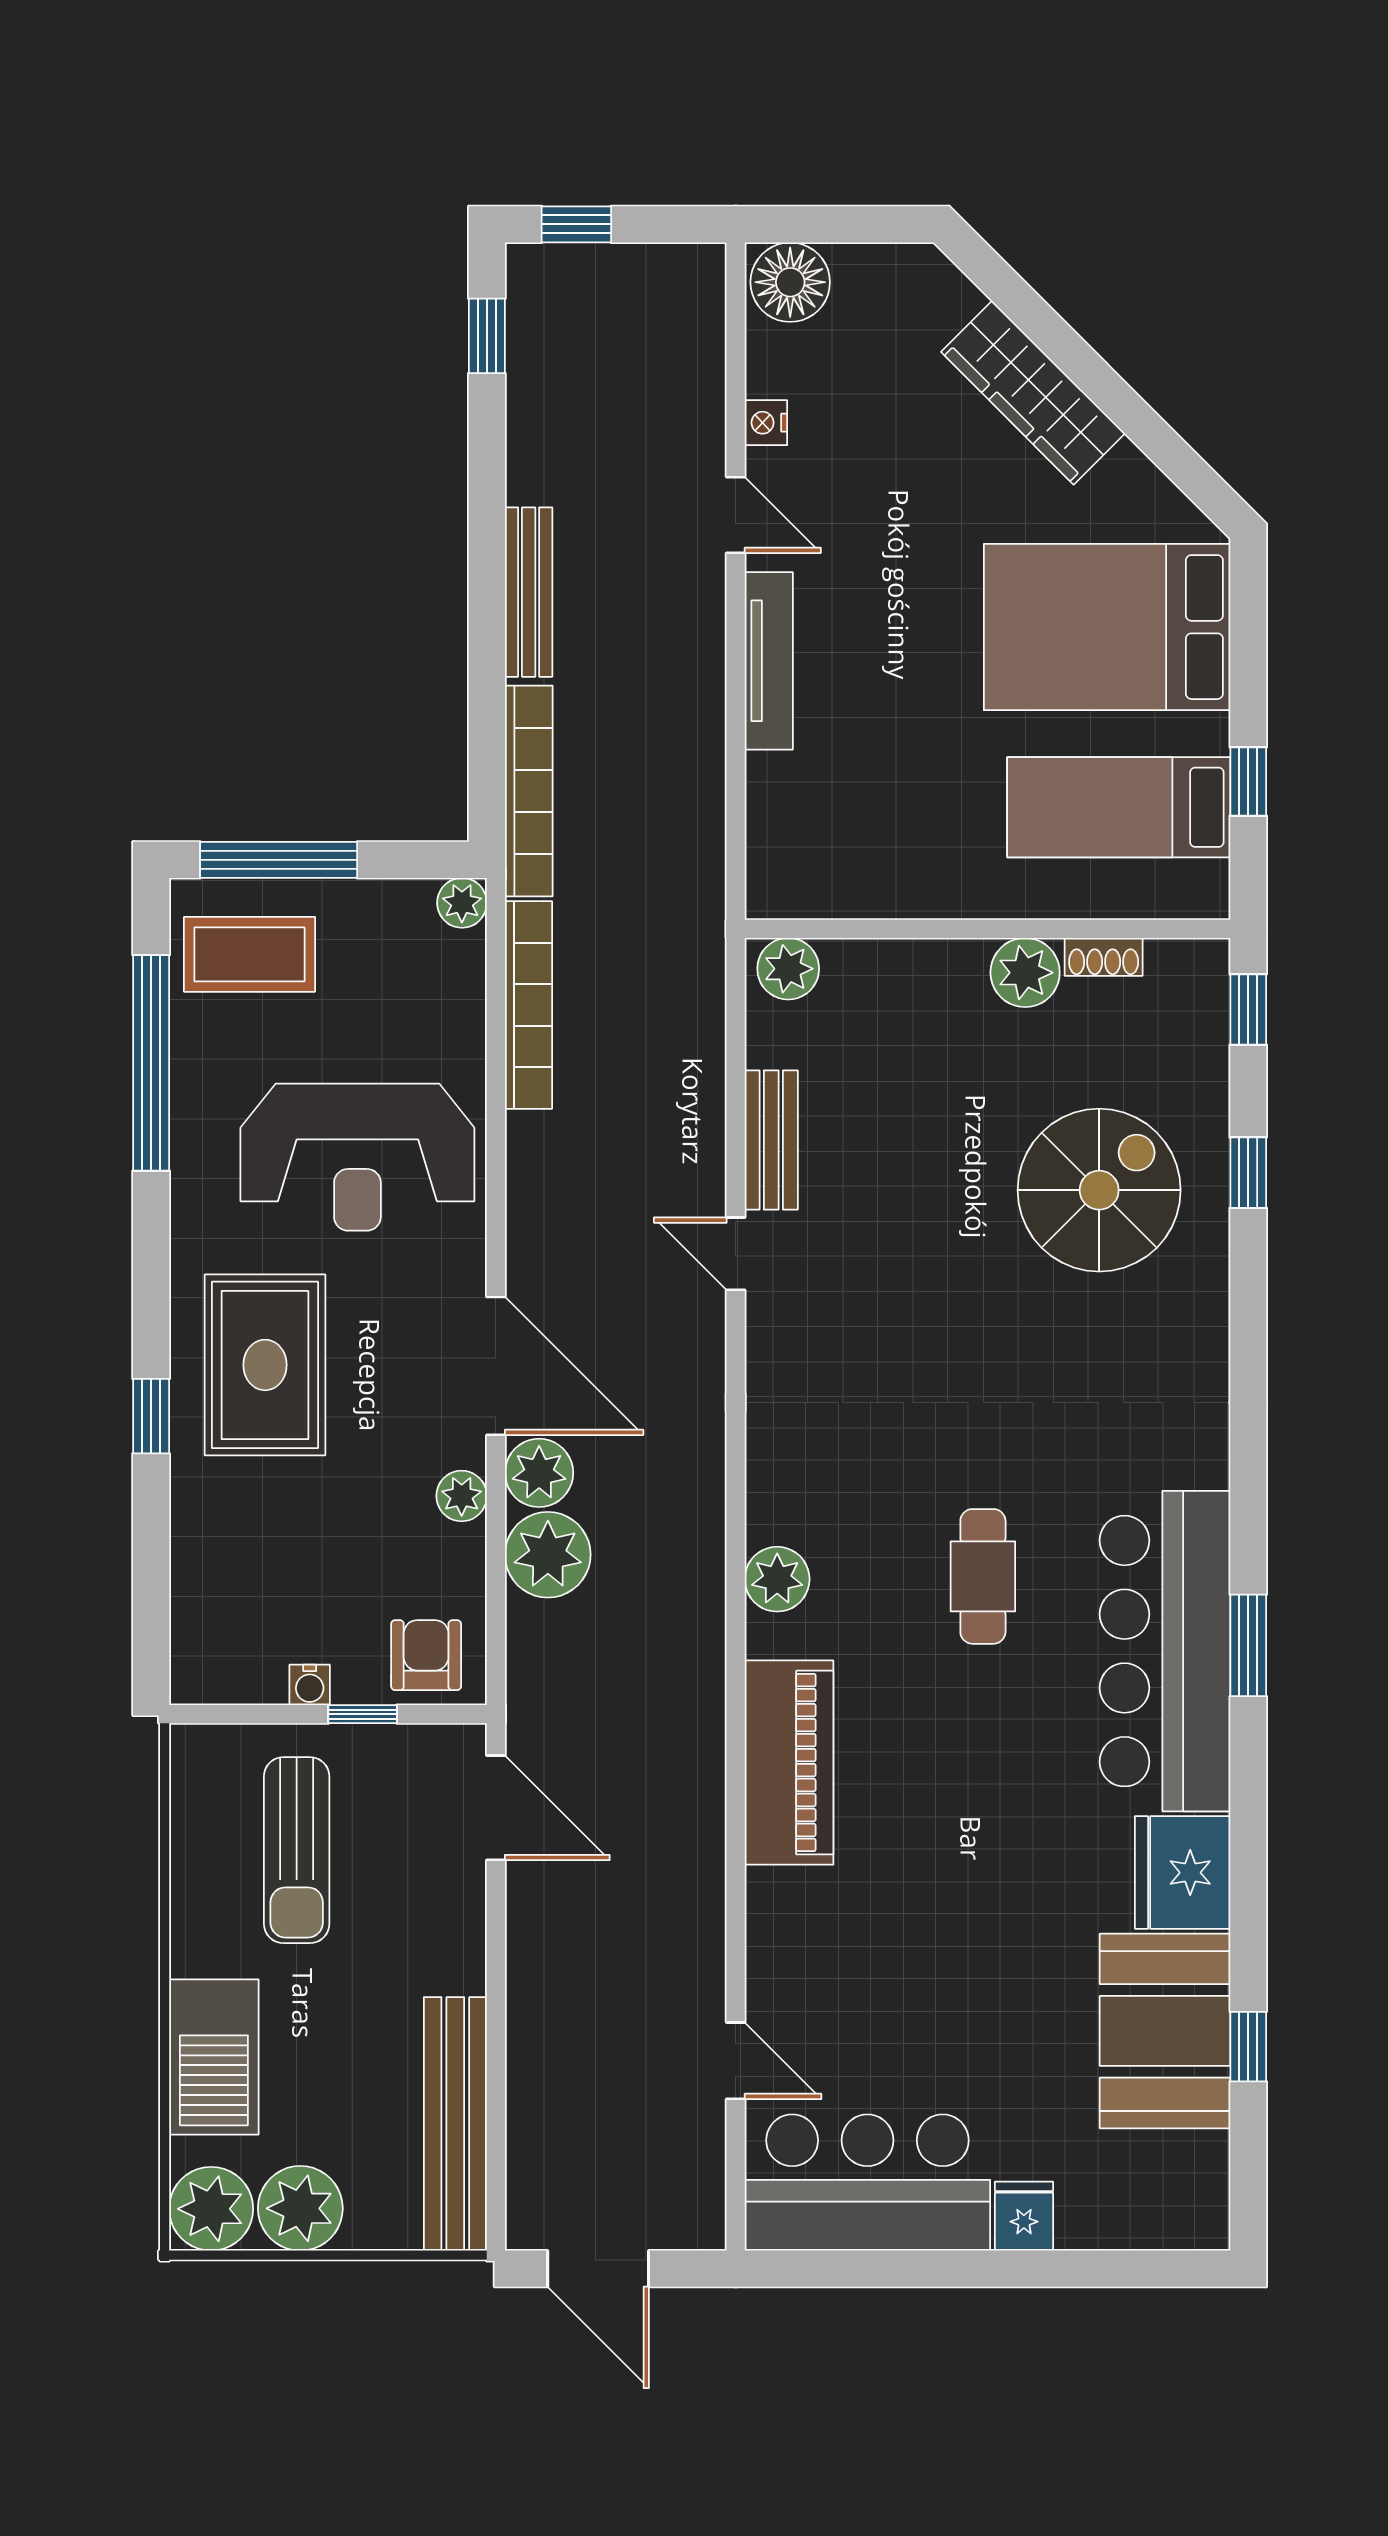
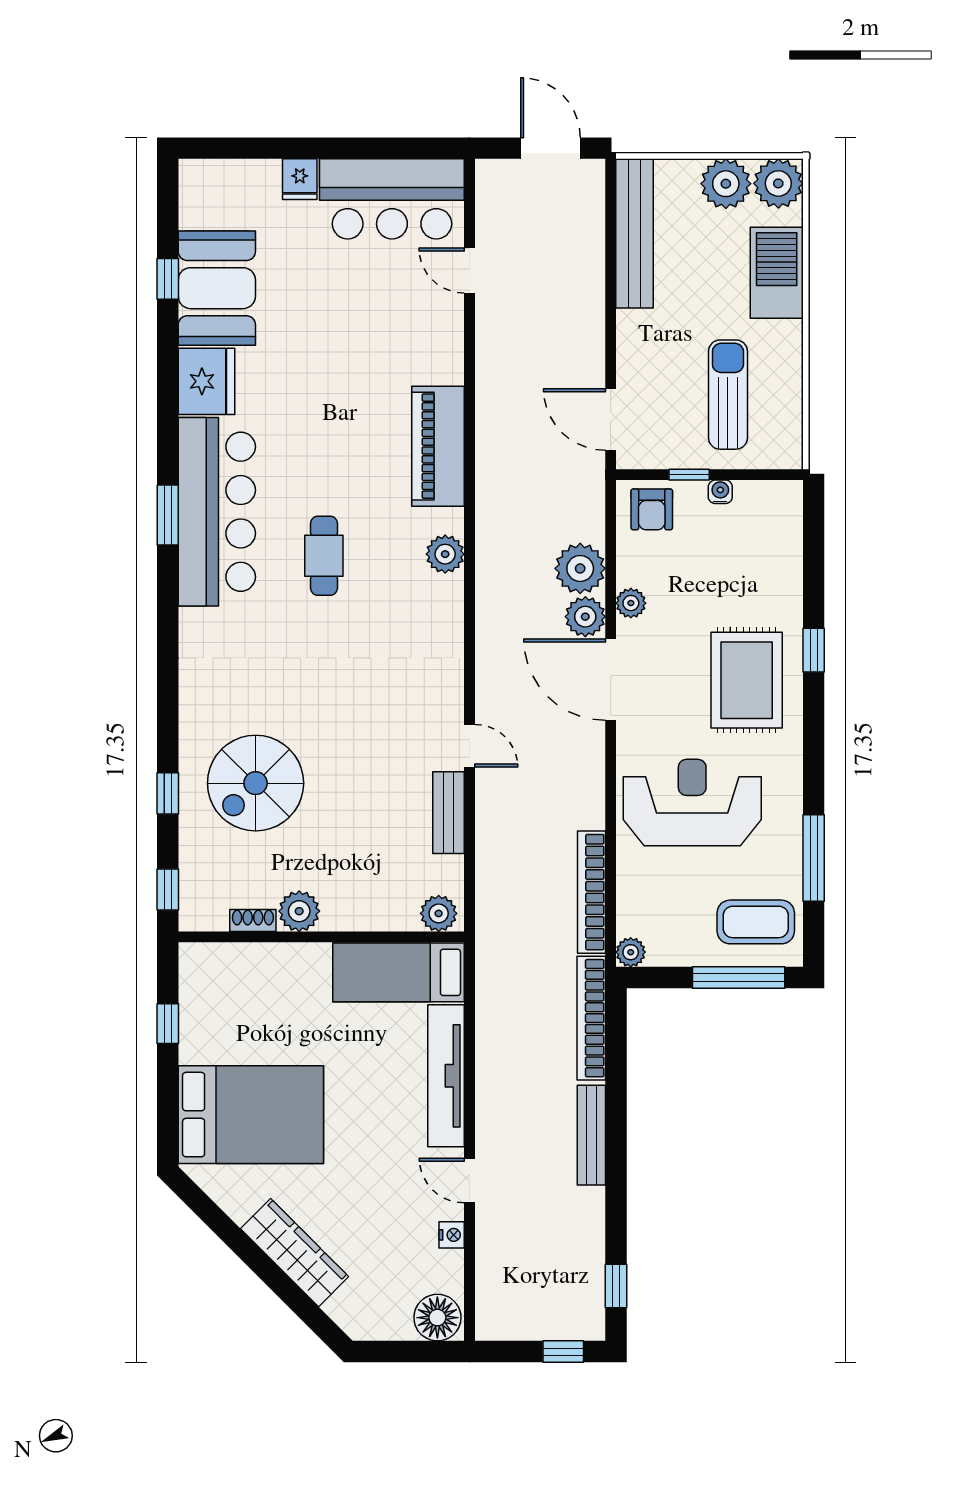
tv unit: (769, 661) -> (446, 1076), width x1.36, depth x1.29
bed: (1119, 807) -> (399, 972), moved, turned 180
window: (151, 1063) -> (814, 858), width x0.68

